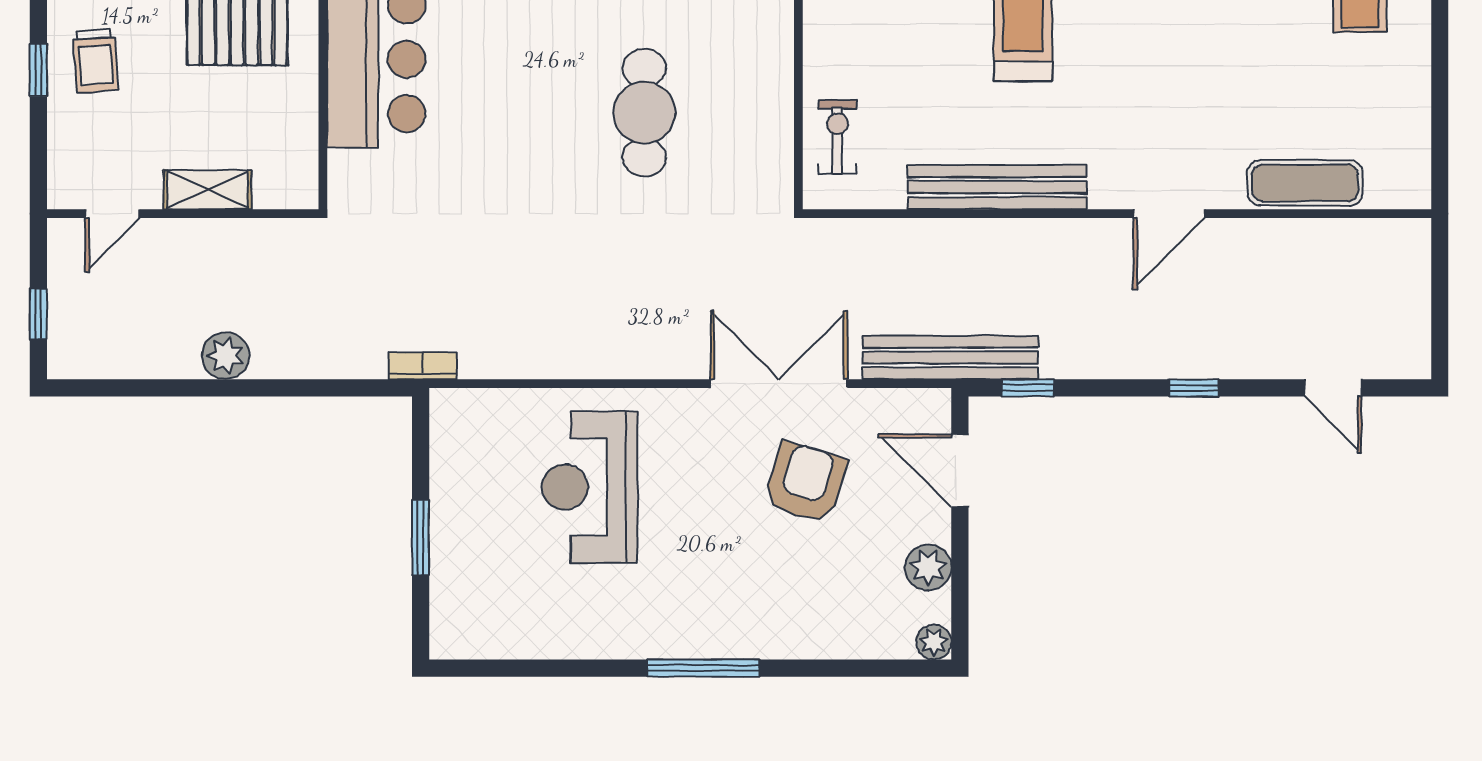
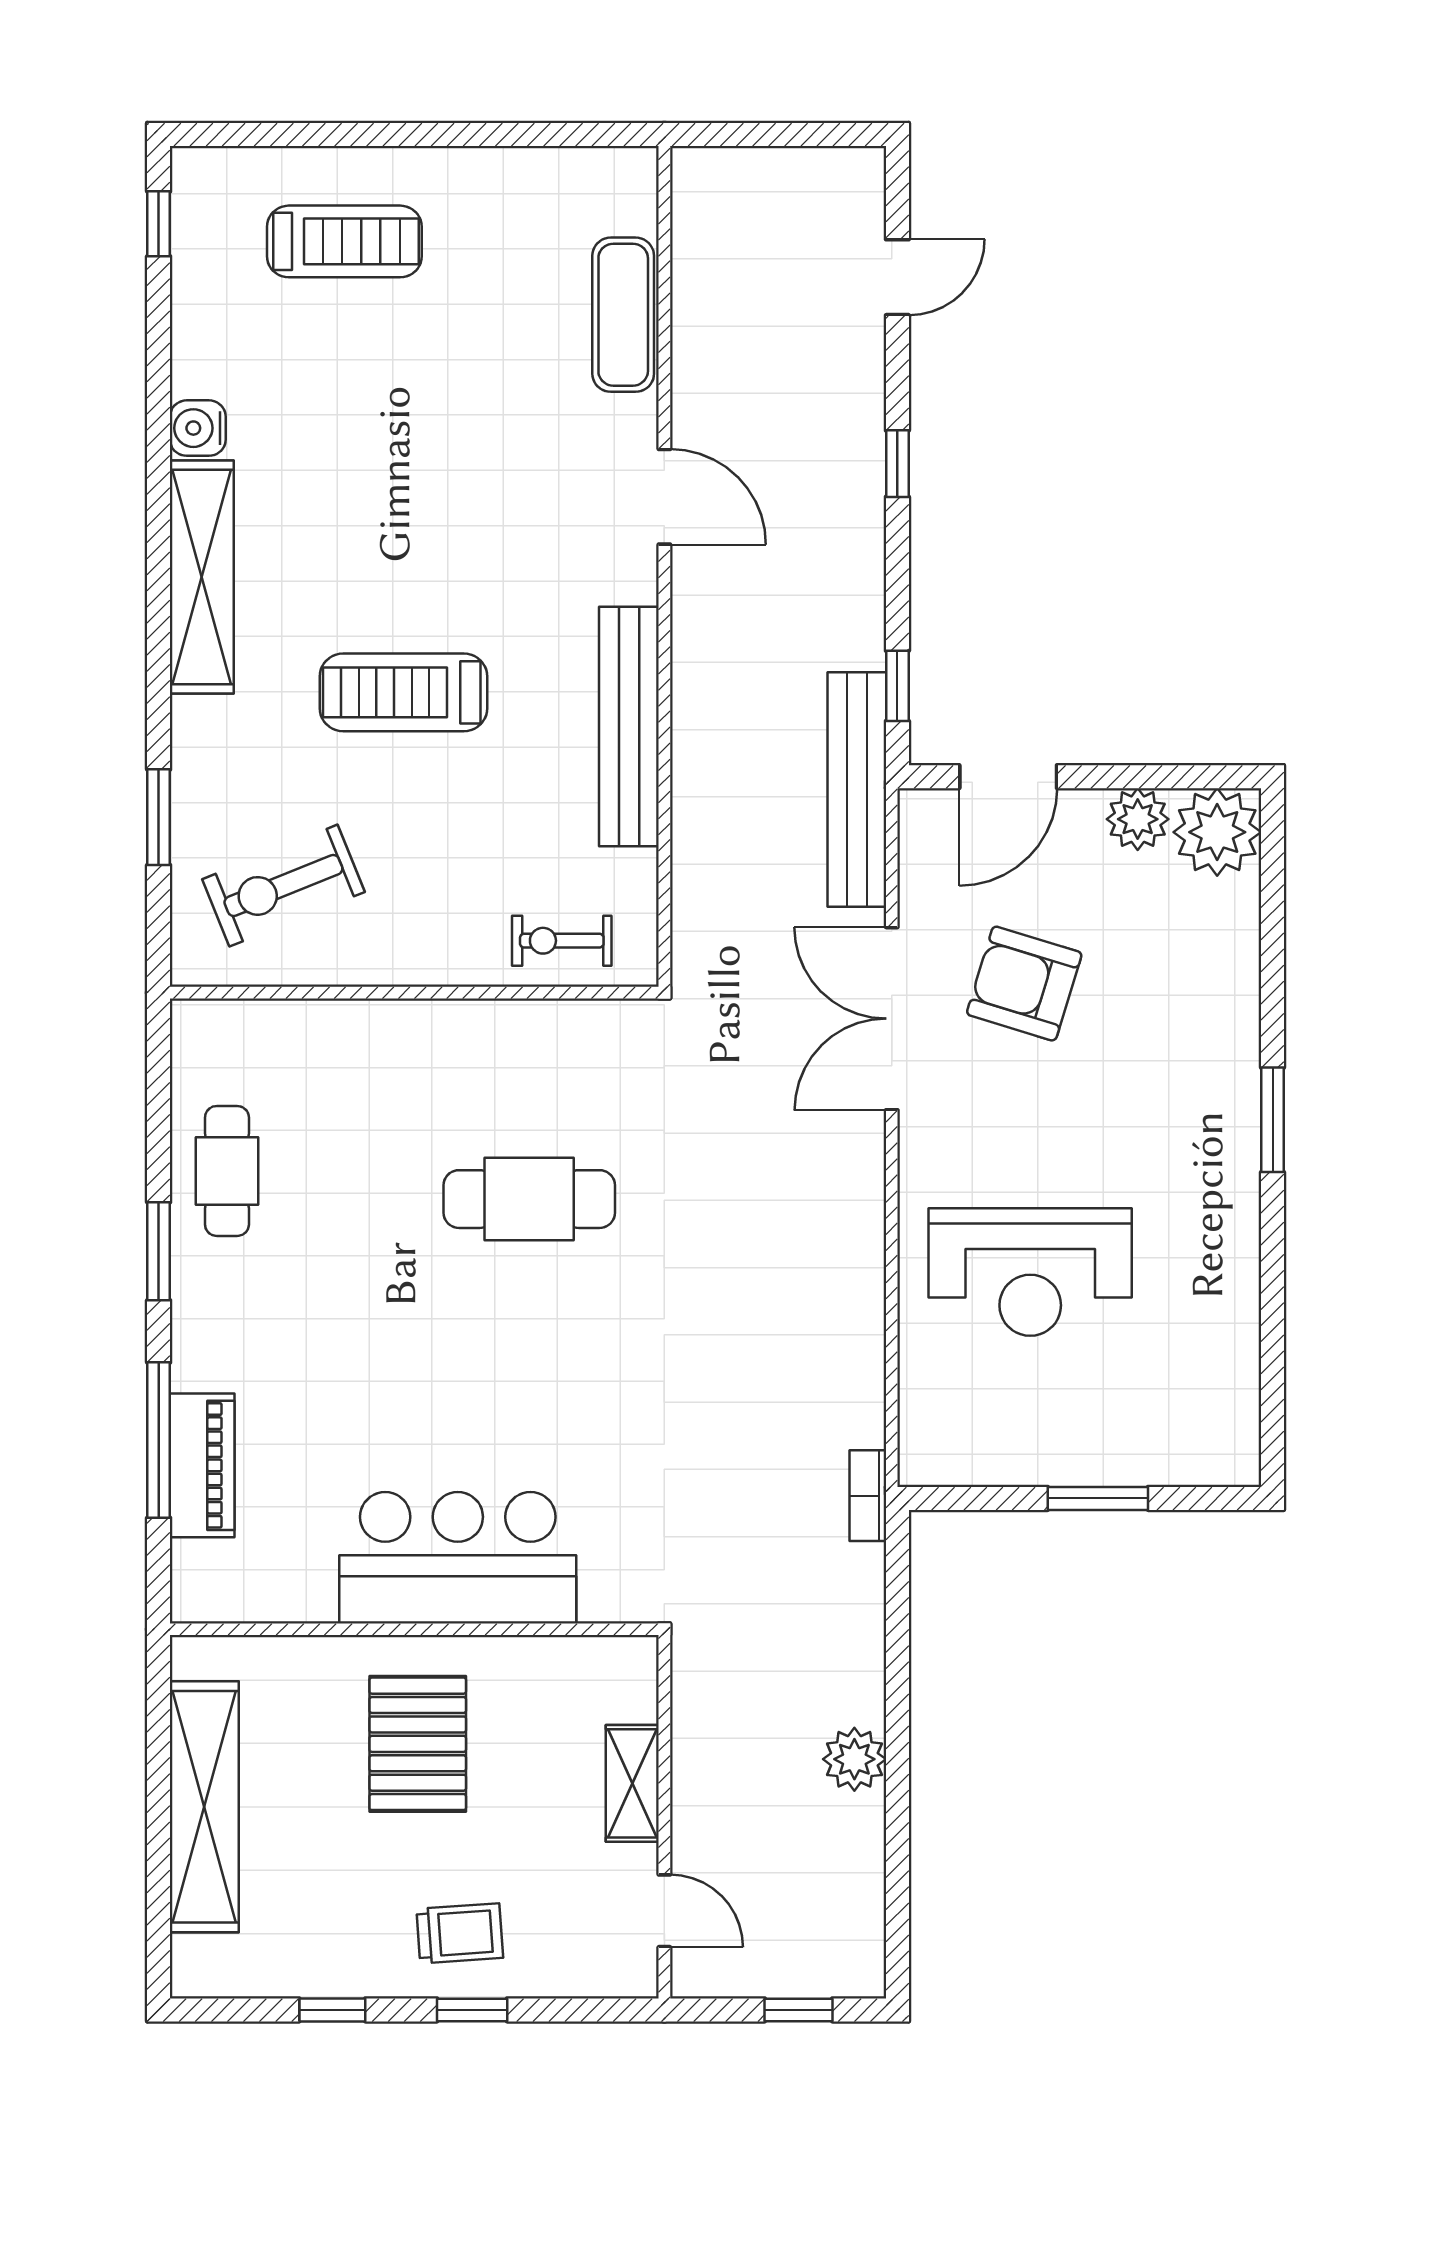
plant: (934, 642) -> (1217, 832), width x1.87, depth x1.87
window: (703, 668) -> (1273, 1120), width x0.69

